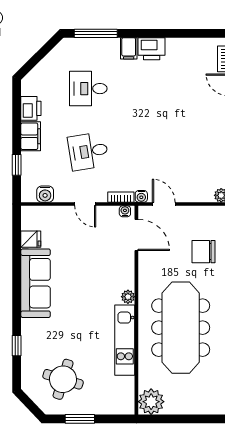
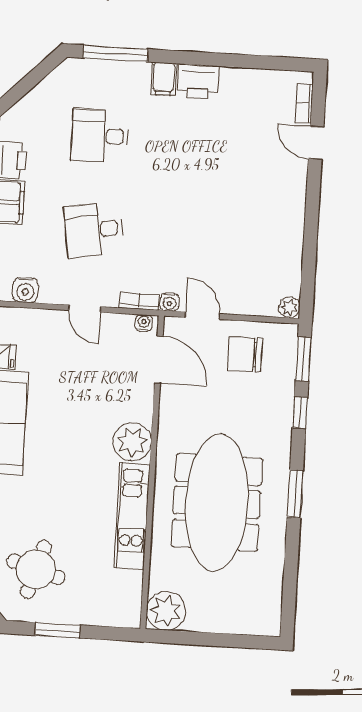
chair: (203, 252) -> (245, 354), moved
plant: (128, 297) -> (132, 442), width x1.88, depth x1.88

